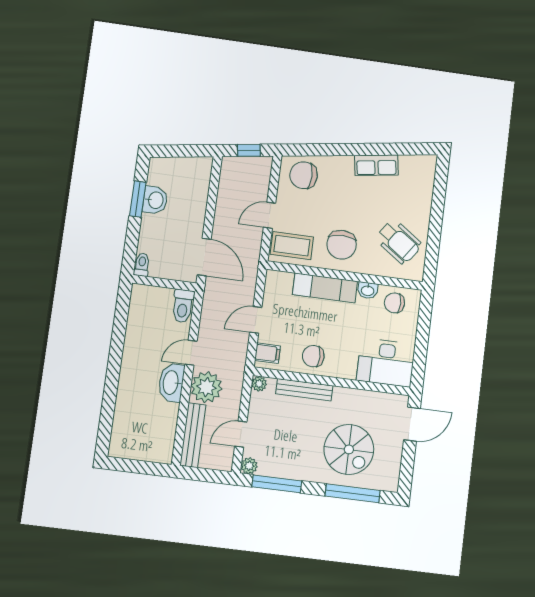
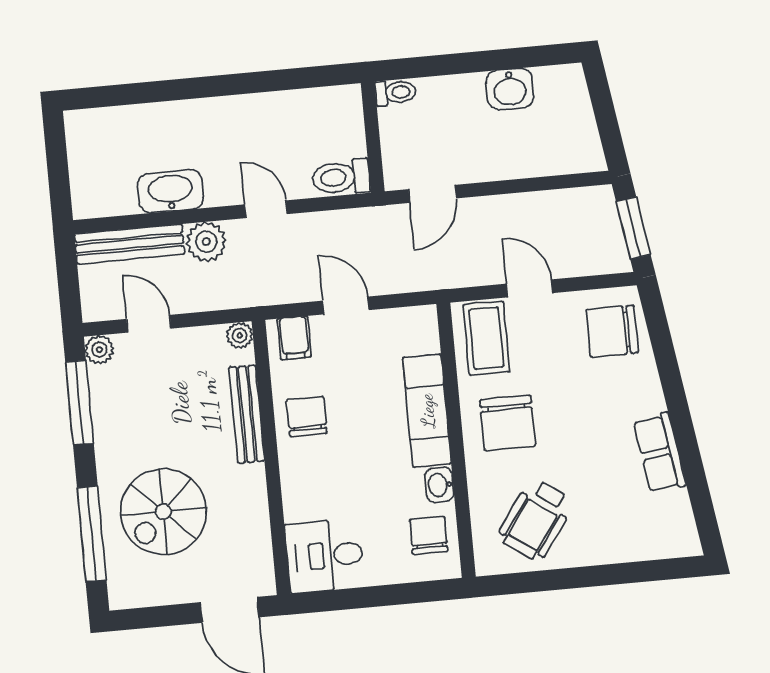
window: (249, 150) -> (633, 228), width x1.50
chair: (304, 175) -> (612, 331), turned -90
window: (138, 199) -> (505, 59), removed
chair: (342, 245) -> (508, 423), turned -90
door: (204, 257) -> (432, 194), width x0.73
desk: (386, 362) -> (325, 556), width x0.73
washbasin: (171, 383) -> (170, 191), moved
plant: (206, 387) -> (206, 242), width x0.73, depth x0.73

